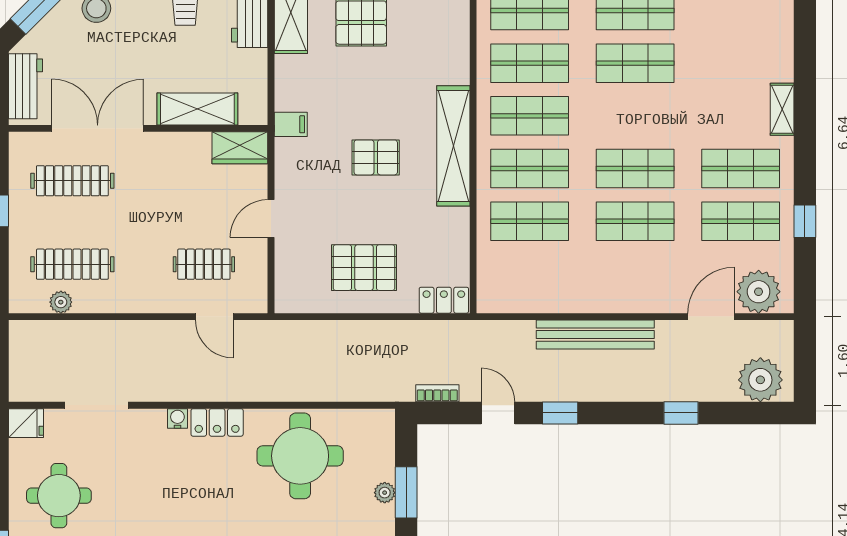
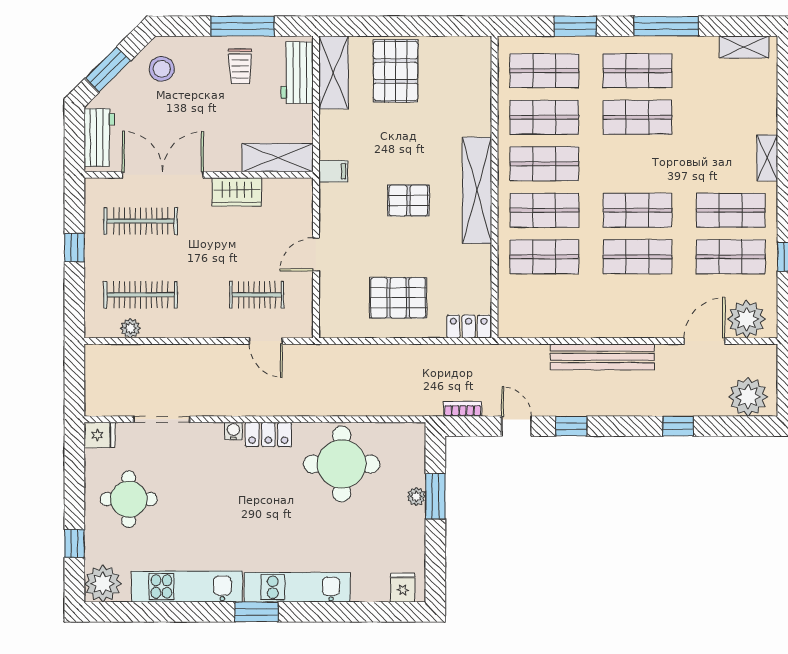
shelving: (197, 109) -> (278, 158), moved
wardrobe: (240, 148) -> (237, 192), moved

